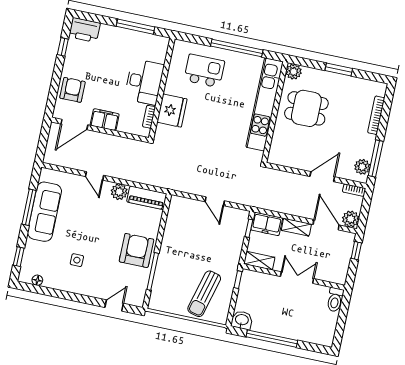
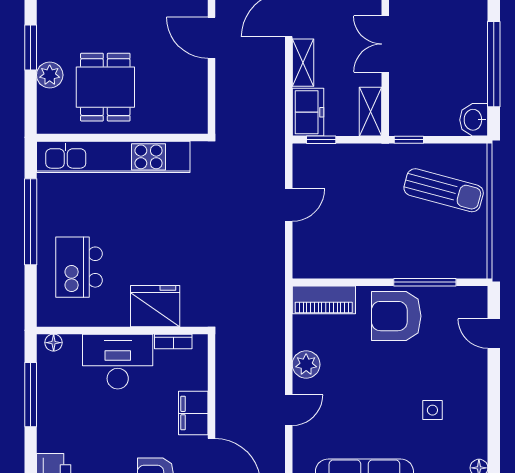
floor lamp: (163, 47) -> (54, 343), added
plant: (294, 72) -> (50, 75), moved
piano: (147, 198) -> (324, 300), moved, turned 90

